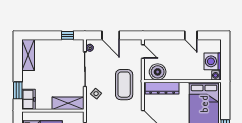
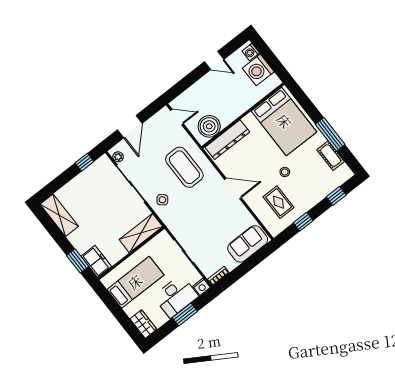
door: (111, 35) -> (130, 127), hinge flipped
washing machine: (216, 75) -> (251, 52), moved

